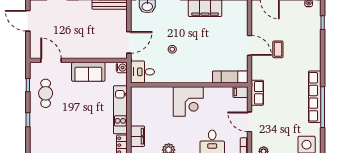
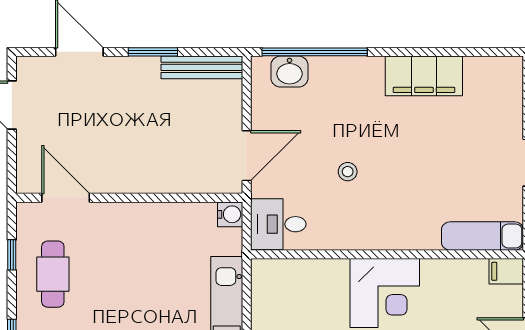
sofa: (88, 72) -> (152, 224), removed

